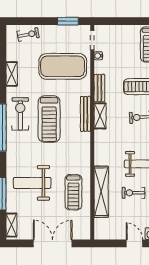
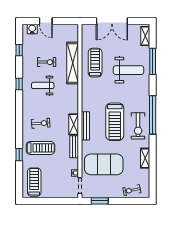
treadmill: (49, 119) -> (115, 122), turned 180

